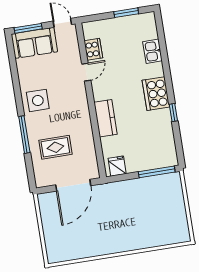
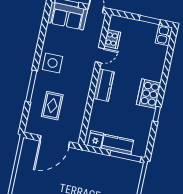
kitchen sink: (152, 51) -> (164, 35), moved
kitchen counter: (106, 118) -> (104, 85), moved
rug: (55, 147) -> (52, 106), turned 90
kitchen counter: (143, 162) -> (117, 144), added

